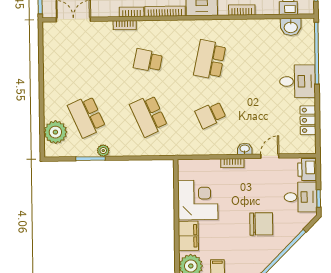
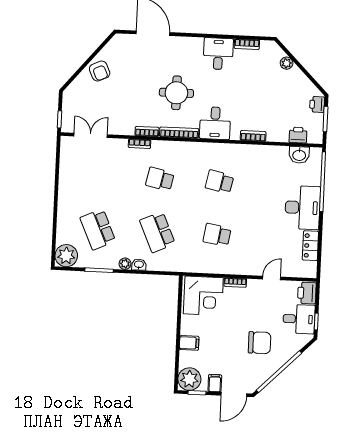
school desk: (210, 60) -> (219, 182), width x0.54
desk: (297, 81) -> (303, 208), width x1.37
school desk: (211, 115) -> (217, 235), turned 33
plant: (55, 132) -> (66, 256), moved
washbasin: (245, 149) -> (139, 265), moved
plant: (103, 151) -> (125, 264), moved
corner desk: (198, 200) -> (203, 296), moved, turned 90
filing cabinet: (188, 236) -> (189, 343), width x0.50

